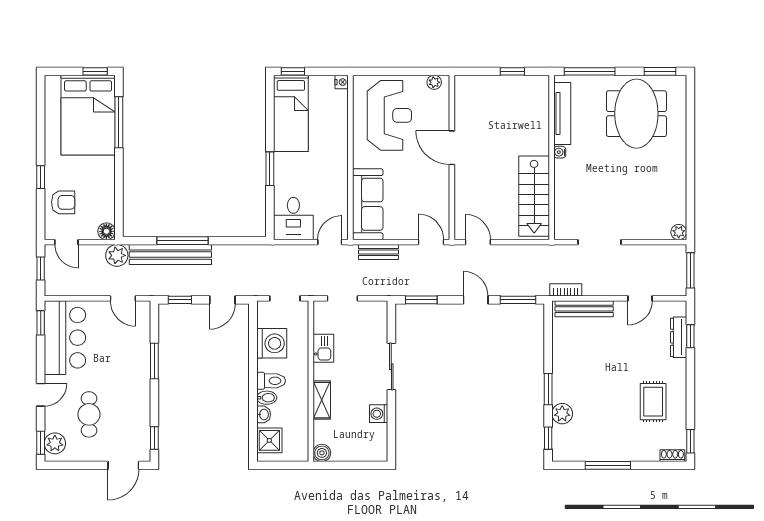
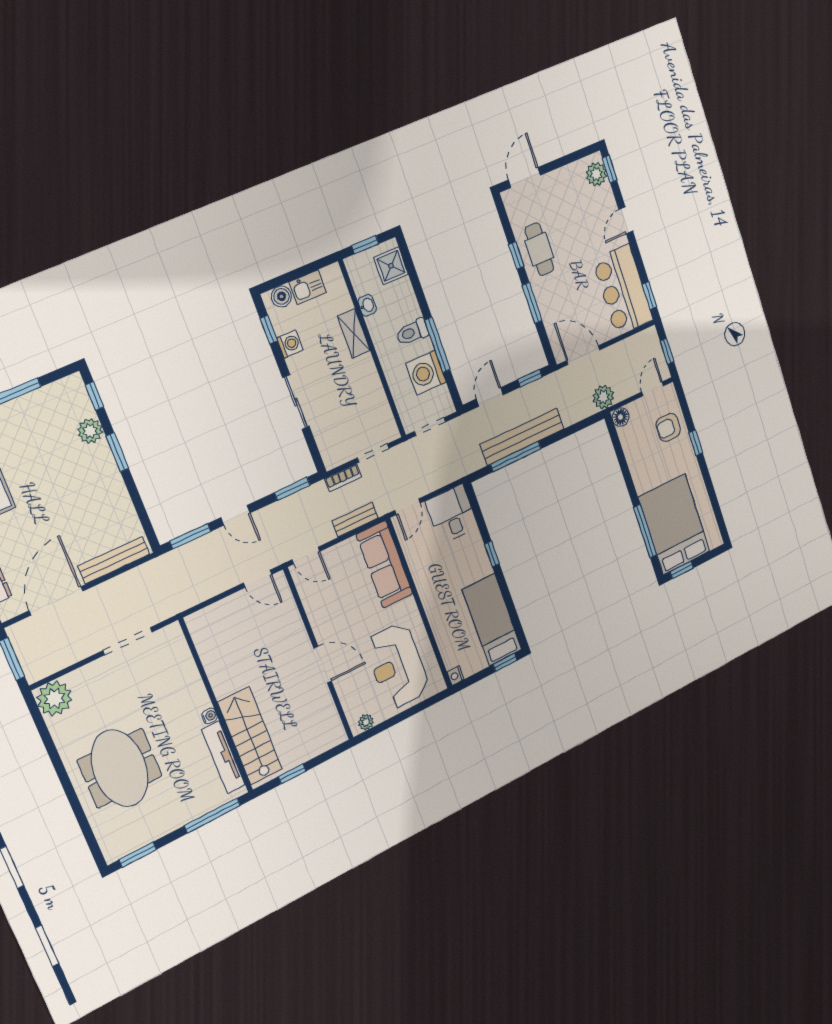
meeting table: (636, 114) -> (120, 768), moved
window: (270, 169) -> (492, 554), width x0.67
stairs: (534, 196) -> (250, 736), moved
plant: (679, 232) -> (54, 698), width x1.88, depth x1.88
window: (182, 241) -> (516, 456), moved
door: (66, 242) -> (653, 389), hinge flipped
bench: (170, 255) -> (522, 437), moved
bookcase: (566, 290) -> (343, 478), moved
door: (123, 298) -> (583, 355), width x1.38
door: (640, 298) -> (56, 601), width x1.88
kitchen sink: (323, 348) -> (308, 287), moved, turned -90
window: (253, 362) -> (437, 345), added
bidet: (267, 398) -> (410, 312), removed
cafe table: (89, 414) -> (539, 249), moved
washbasin: (264, 414) -> (367, 305), moved, turned 180
window: (391, 432) -> (269, 330), added
window: (154, 438) -> (516, 255), moved
boiler: (322, 453) -> (281, 296), moved
window: (285, 465) -> (365, 245), added

